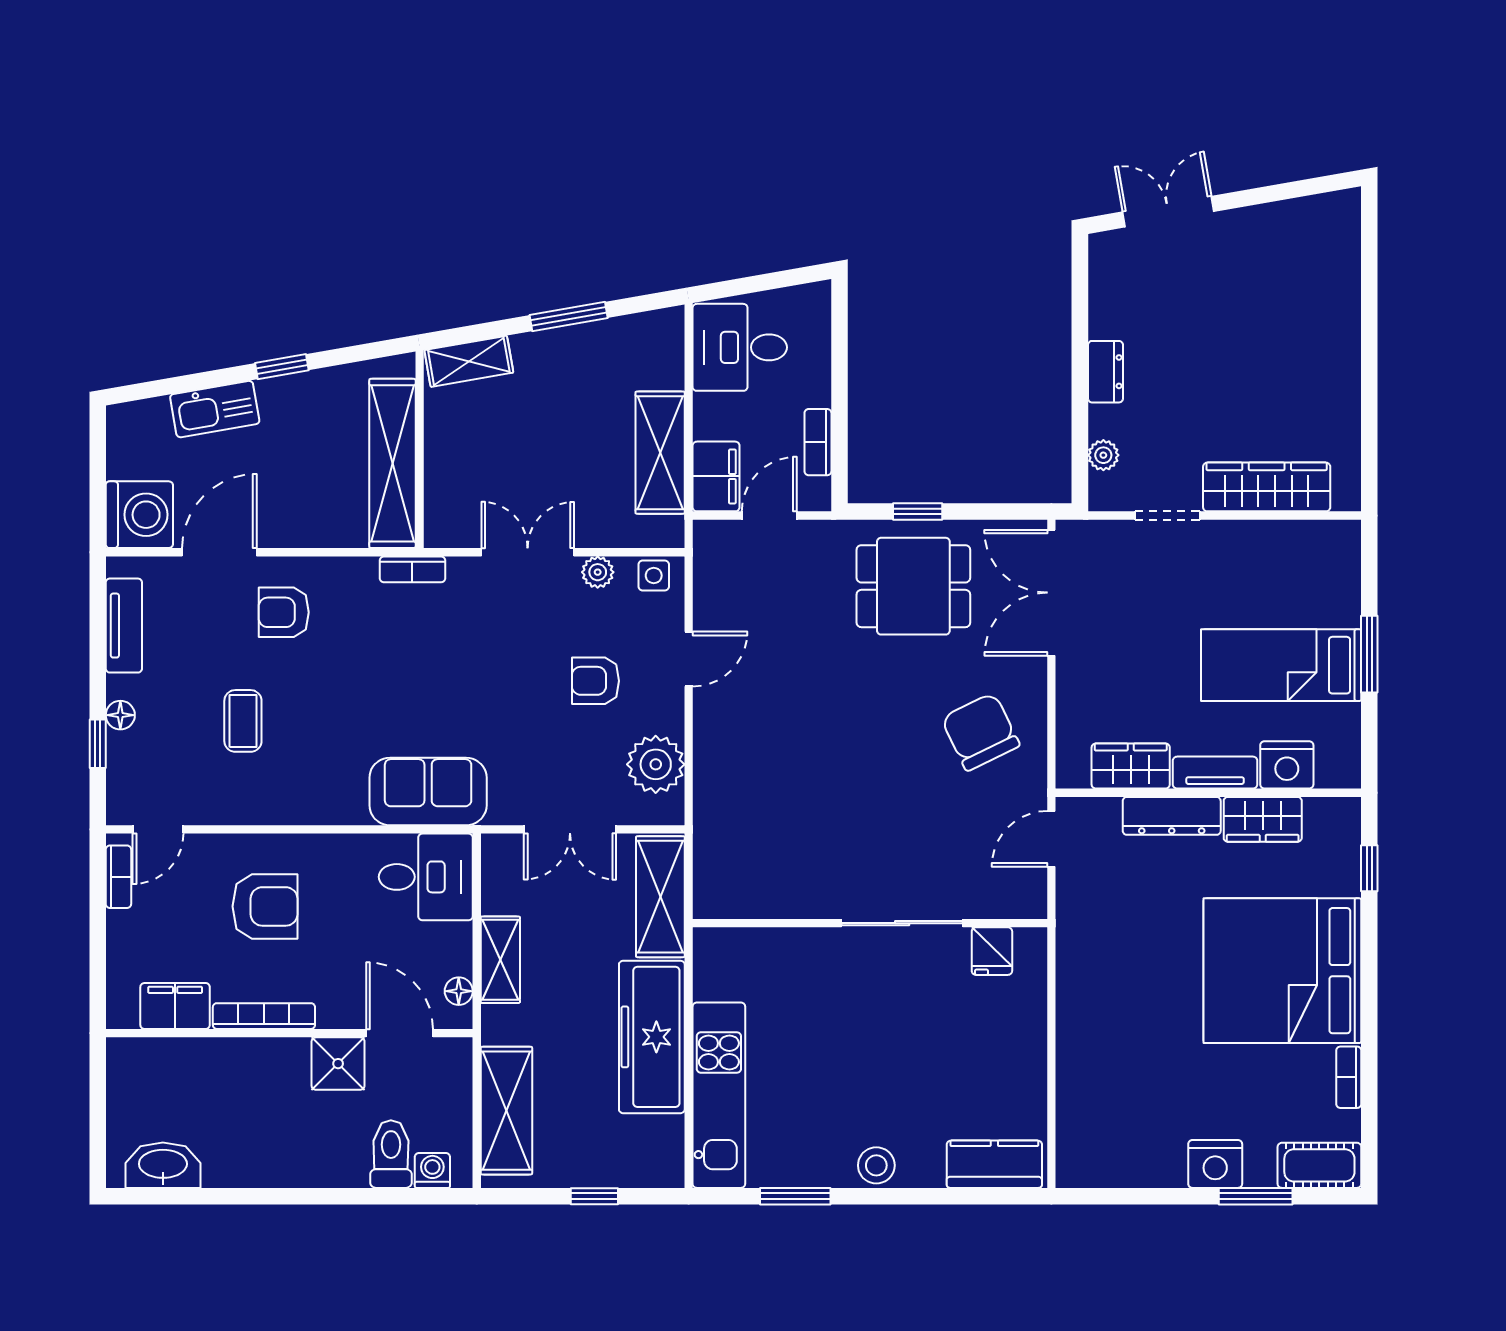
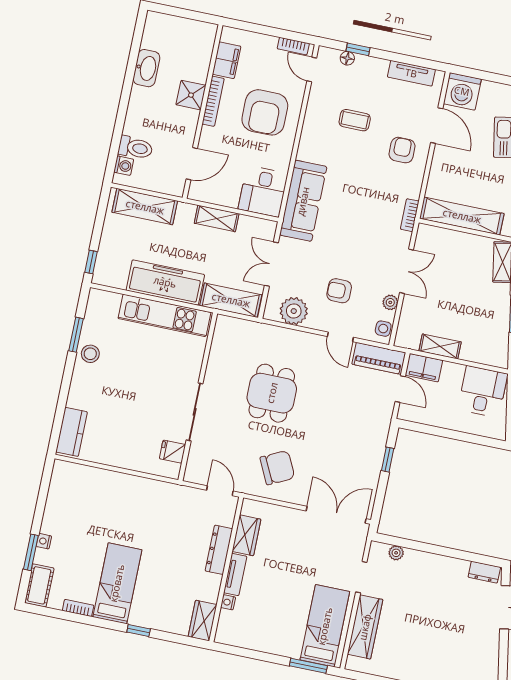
dresser: (1105, 372) -> (484, 572), moved
bookcase: (818, 442) -> (430, 419), removed
shelving: (660, 453) -> (440, 346), width x0.67, depth x0.75
piano: (716, 572) -> (379, 358), added
dining table: (913, 586) -> (272, 393), moved
window: (1369, 654) -> (308, 666), moved
bed: (1281, 665) -> (325, 626), moved
armchair: (596, 681) -> (339, 291), turned -90
floor lamp: (120, 715) -> (347, 58), moved
nightstand: (1287, 765) -> (228, 602), width x0.53, depth x0.56
sofa: (428, 791) -> (303, 201), width x1.36
wardrobe: (1263, 819) -> (203, 621), moved
window: (1369, 868) -> (139, 631), moved
armchair: (265, 906) -> (265, 112), width x1.36, depth x1.36
bed: (1282, 971) -> (117, 583), width x0.49
floor lamp: (459, 991) -> (206, 196), removed
shower: (338, 1064) -> (191, 95), moved
kitchen unit: (719, 1095) -> (164, 315), moved
nightstand: (1215, 1164) -> (44, 541), width x0.53, depth x0.56
washbasin: (163, 1165) -> (146, 68), moved
stool: (876, 1165) -> (90, 354), moved
window: (594, 1196) -> (91, 262), moved

